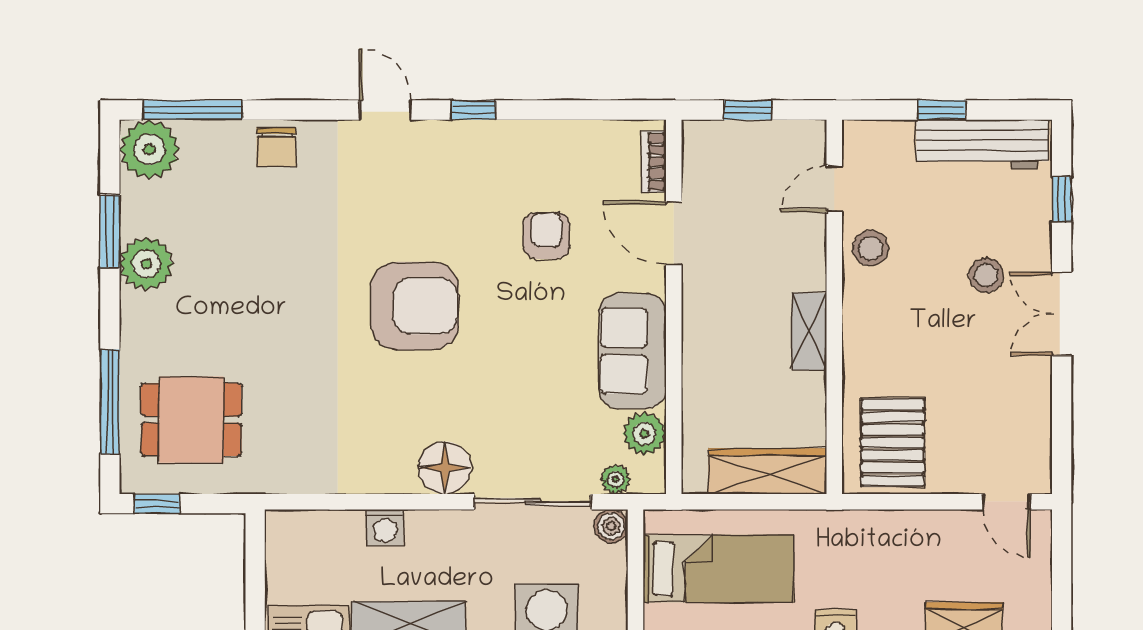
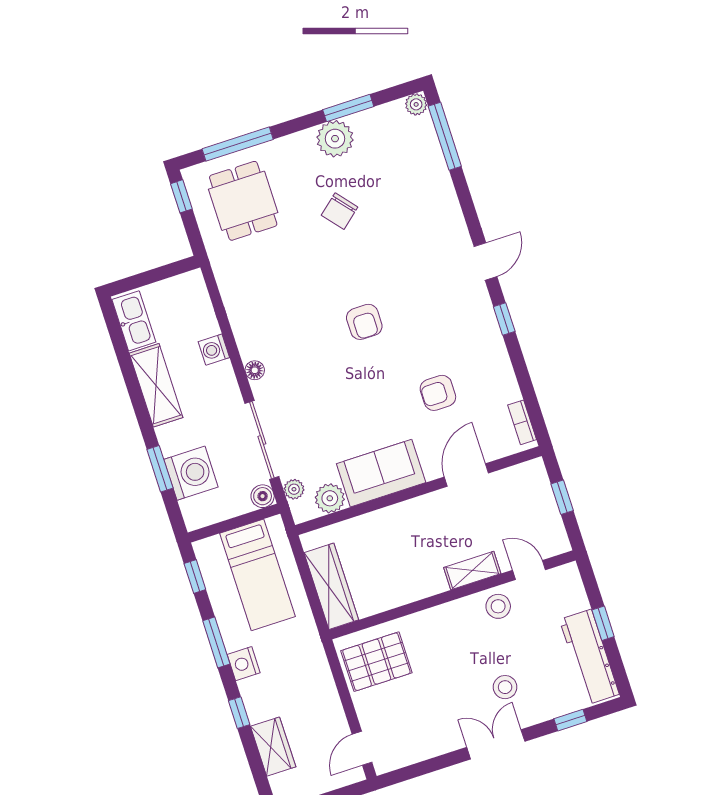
chair: (276, 147) -> (340, 211), moved, turned -40
plant: (149, 149) -> (416, 104), width x0.53, depth x0.53
bookcase: (654, 162) -> (522, 422), moved, turned -90
armchair: (547, 236) -> (438, 393), turned 180
armchair: (415, 306) -> (364, 322), width x0.53, depth x0.53
shelving: (809, 331) -> (472, 571), moved
floor lamp: (445, 468) -> (255, 370), width x0.53, depth x0.53

